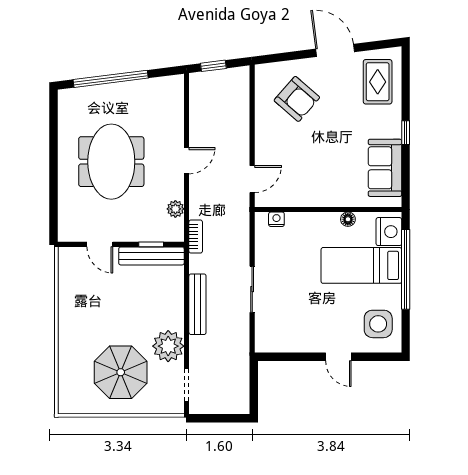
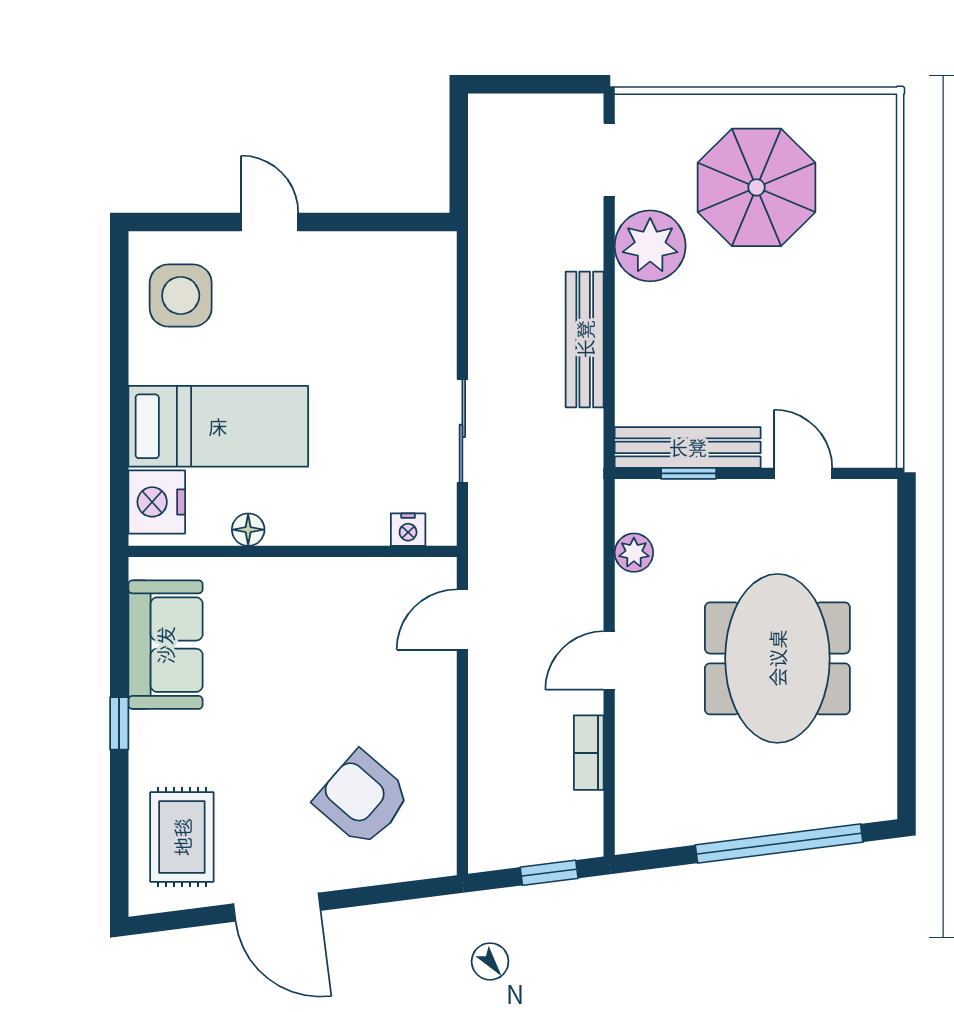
bookcase: (196, 237) -> (589, 753), moved
window: (406, 269) -> (119, 417), removed
sliding door: (252, 289) -> (462, 431), moved

